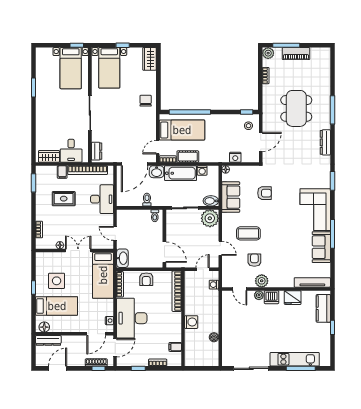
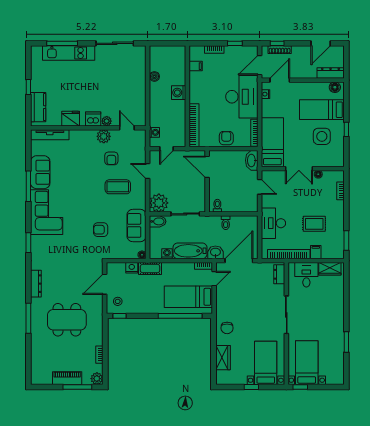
wardrobe: (149, 59) -> (223, 358), moved
dining table: (296, 108) -> (67, 320), turned 90
cot: (188, 157) -> (150, 269), moved

